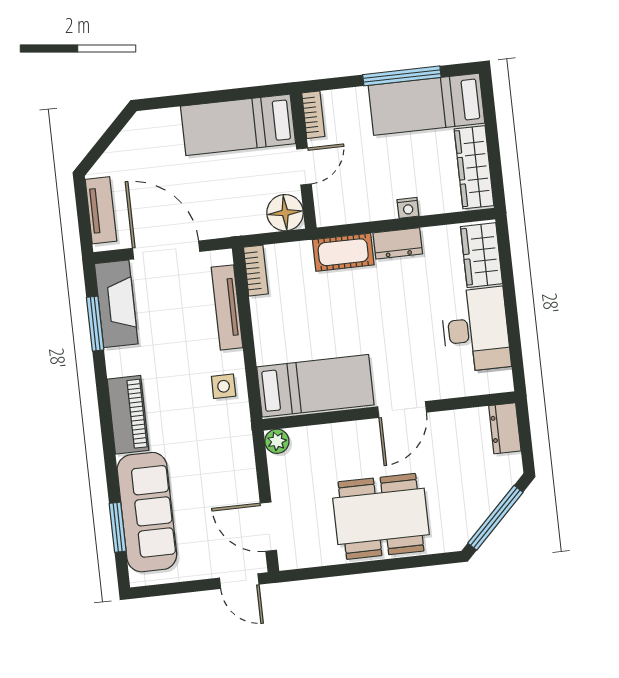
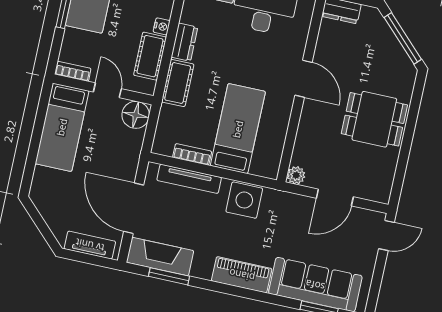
cot: (365, 206) -> (150, 56), added
door: (166, 250) -> (134, 208), hinge flipped
bookcase: (256, 271) -> (192, 154), moved
side table: (224, 386) -> (244, 200), width x1.87, depth x1.87
bed: (315, 386) -> (238, 129), moved
dining table: (381, 516) -> (374, 119), width x0.73
door: (268, 527) -> (335, 197), moved

